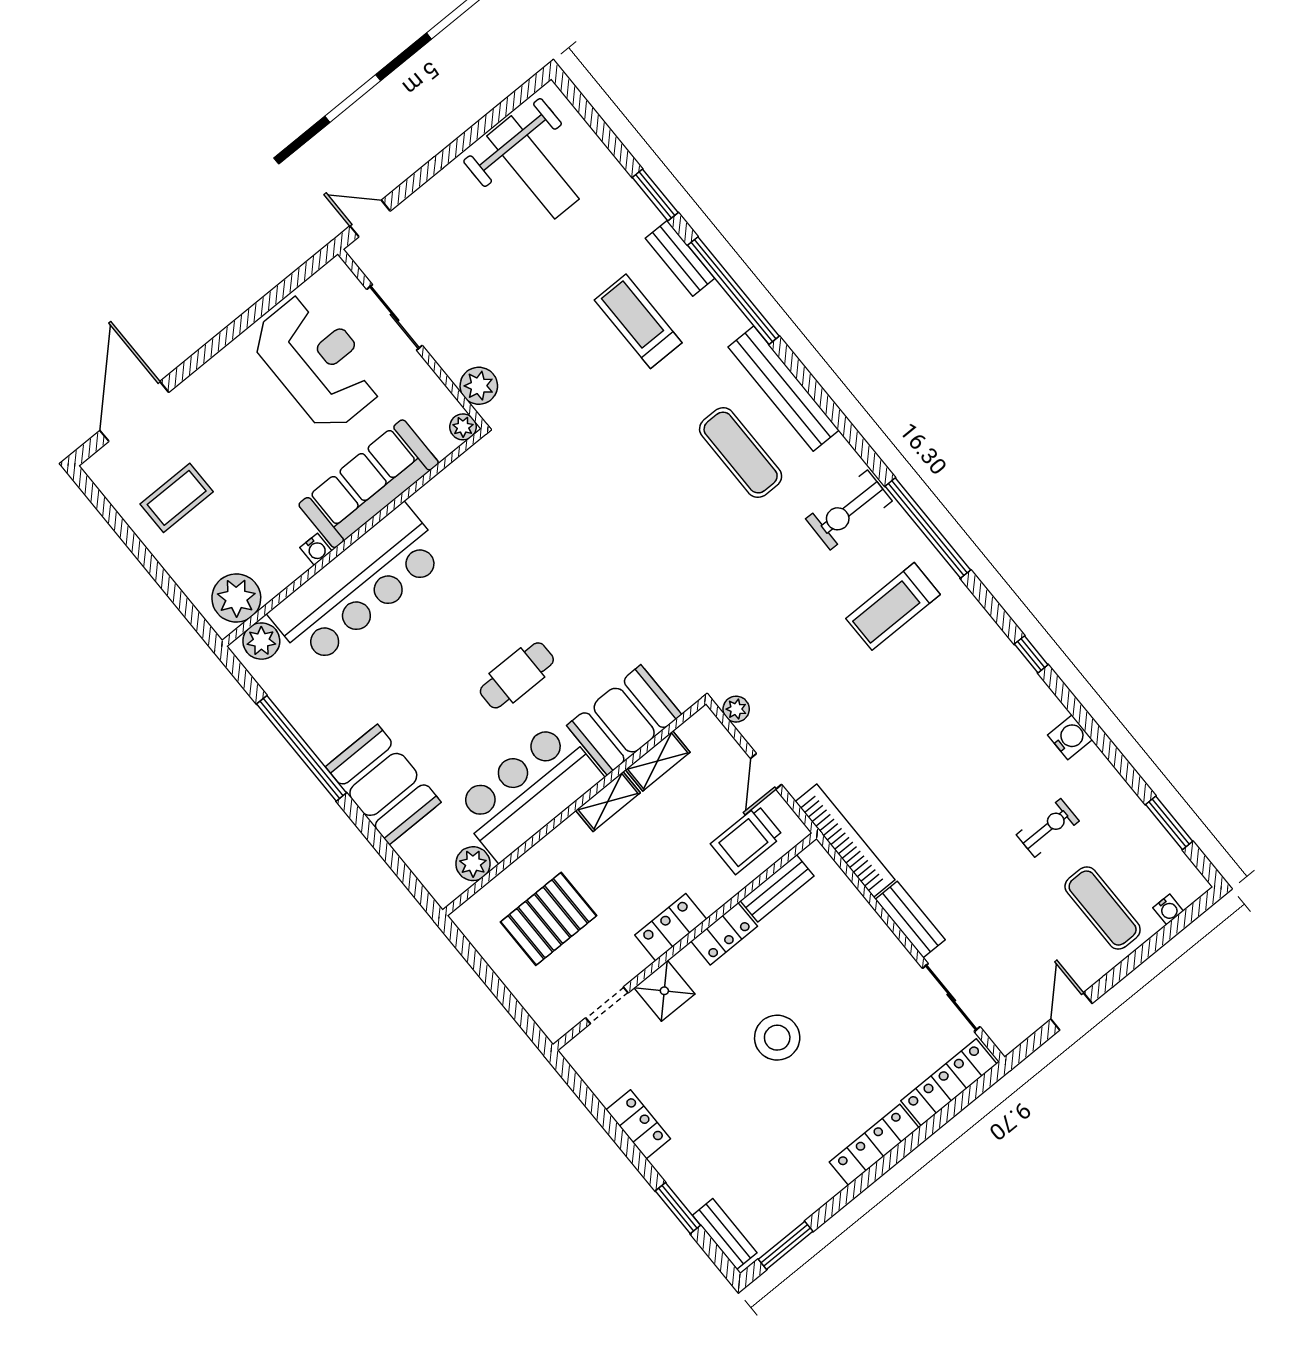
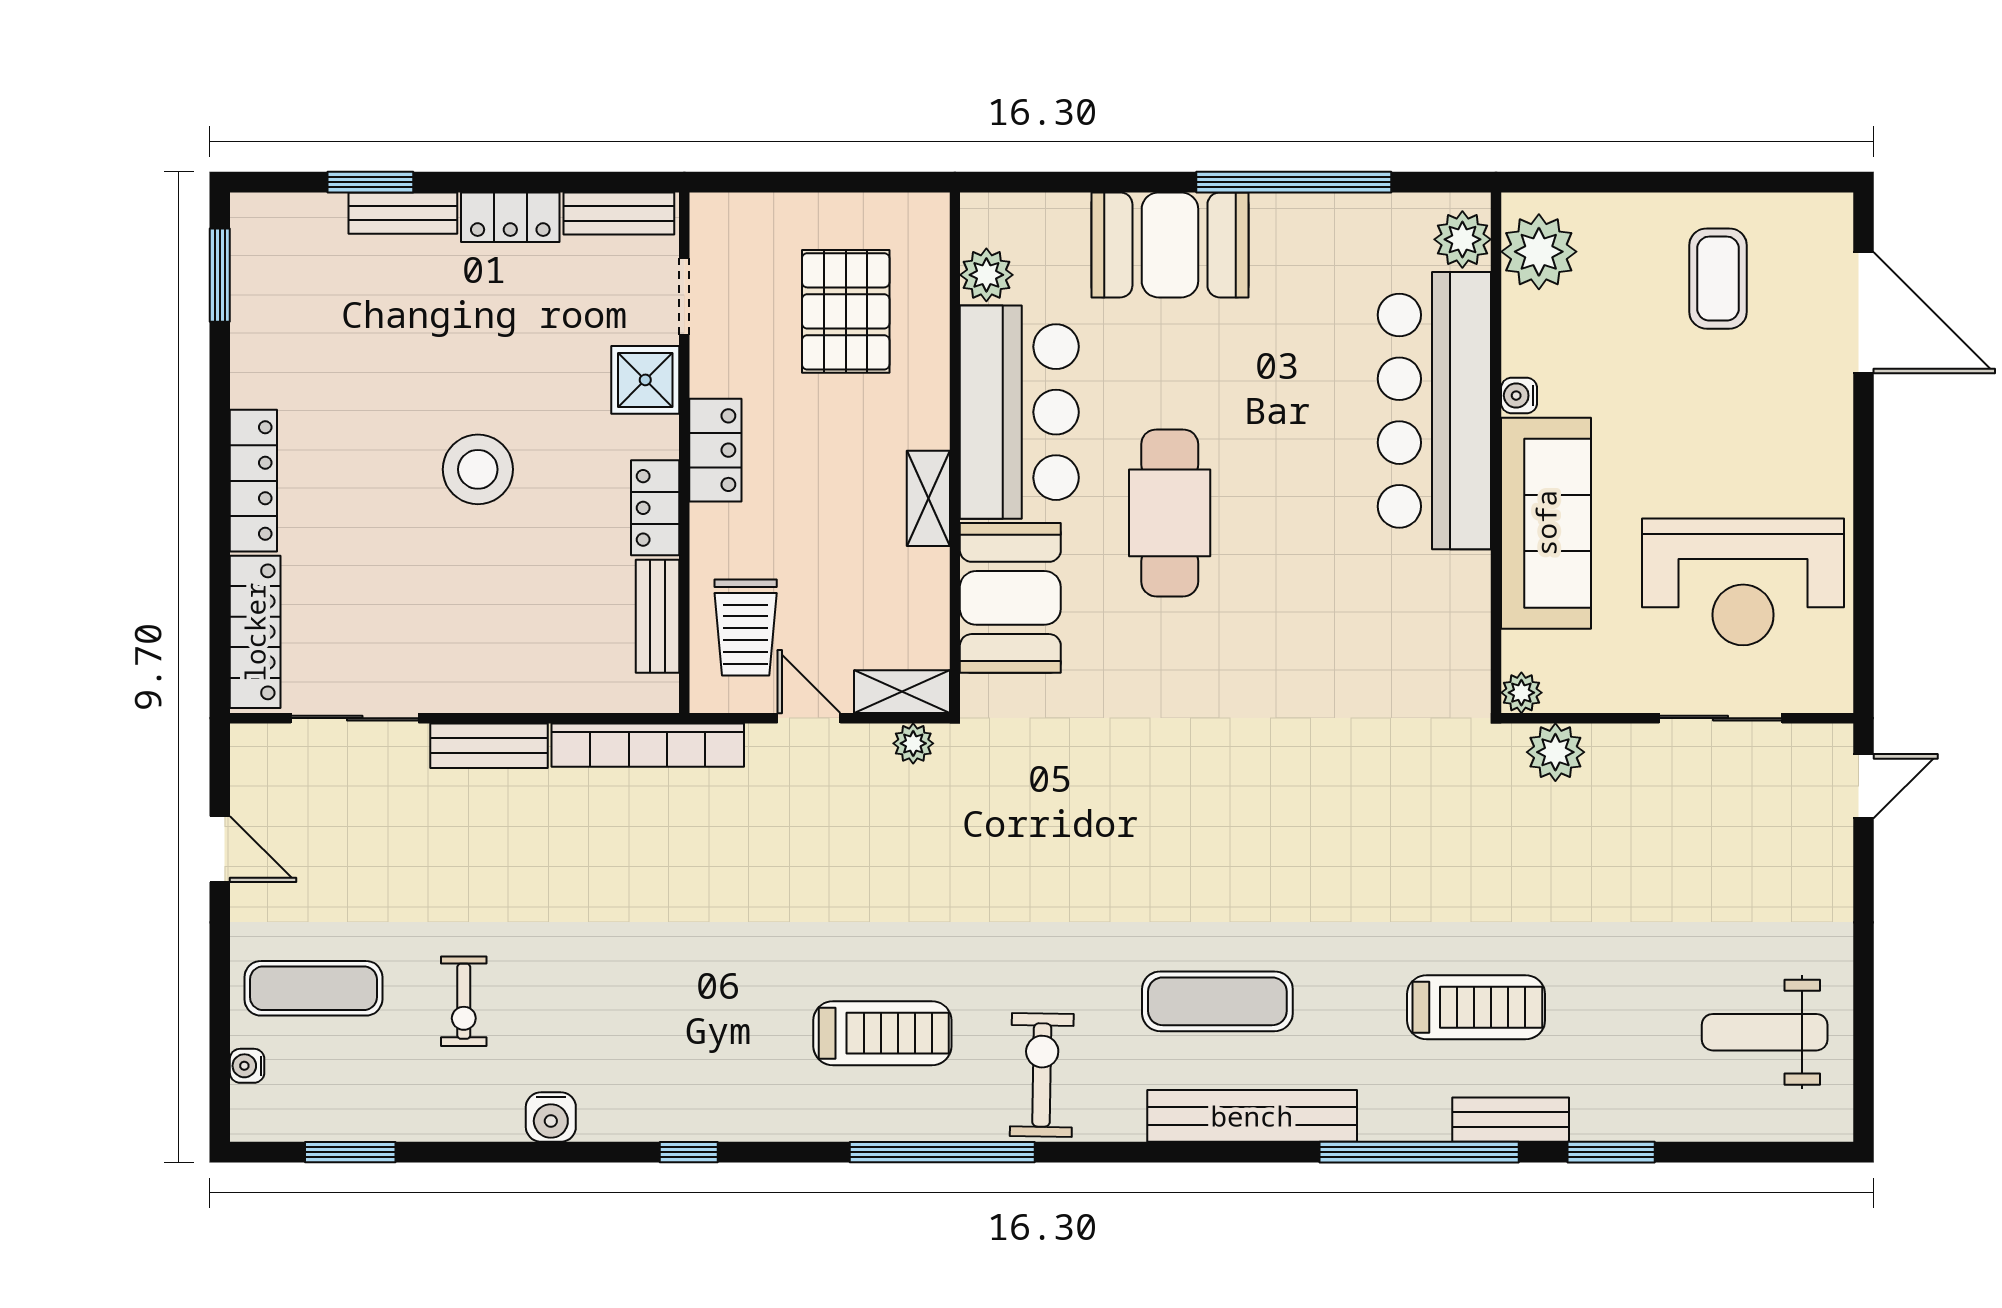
weight bench: (533, 167) -> (1765, 1032), width x0.73, depth x0.75
treadmill: (893, 606) -> (882, 1033), turned 90
cafe table: (517, 675) -> (1170, 513), width x1.37, depth x1.35
shelving: (658, 761) -> (902, 692), moved, turned 90
trolley: (747, 840) -> (746, 627), turned 180
bench: (592, 1072) -> (619, 213), added
bench: (725, 1234) -> (403, 213), moved

